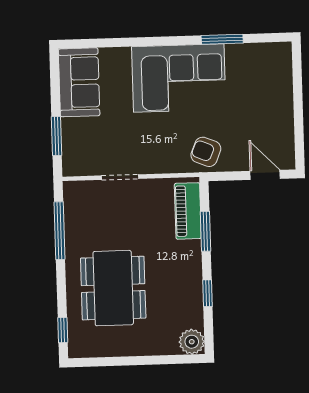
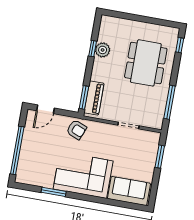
sofa: (79, 82) -> (129, 191), moved, turned 90
window: (298, 96) -> (17, 150), added
door: (265, 175) -> (45, 109), hinge flipped
window: (206, 231) -> (84, 97), moved
plant: (192, 342) -> (103, 50), moved

